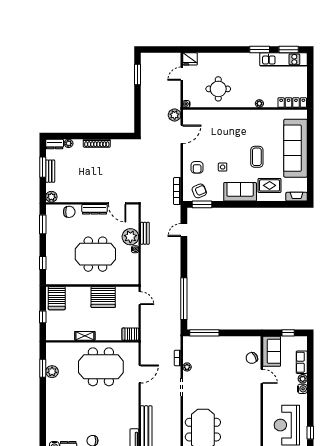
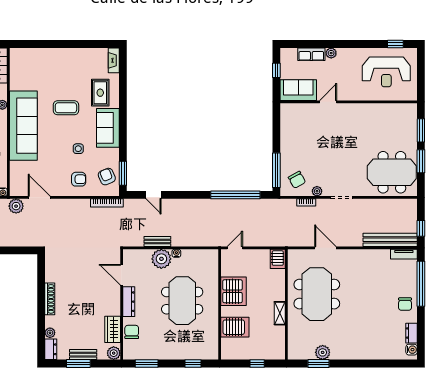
sofa: (296, 148) -> (23, 126), moved, turned -90
wardrobe: (71, 196) -> (113, 329), added
door: (117, 203) -> (122, 275), swing flipped
server rack: (57, 298) -> (235, 327), moved
chair: (252, 358) -> (297, 180), moved
water cooler: (302, 389) -> (343, 53), removed

